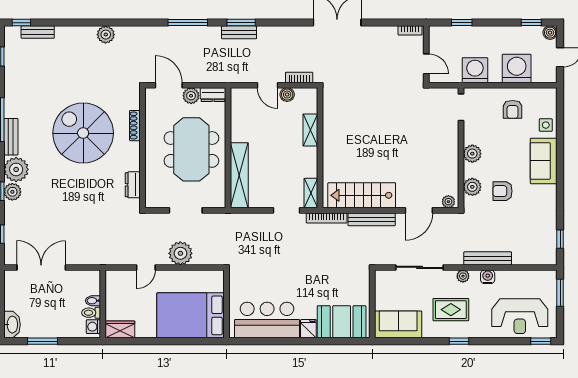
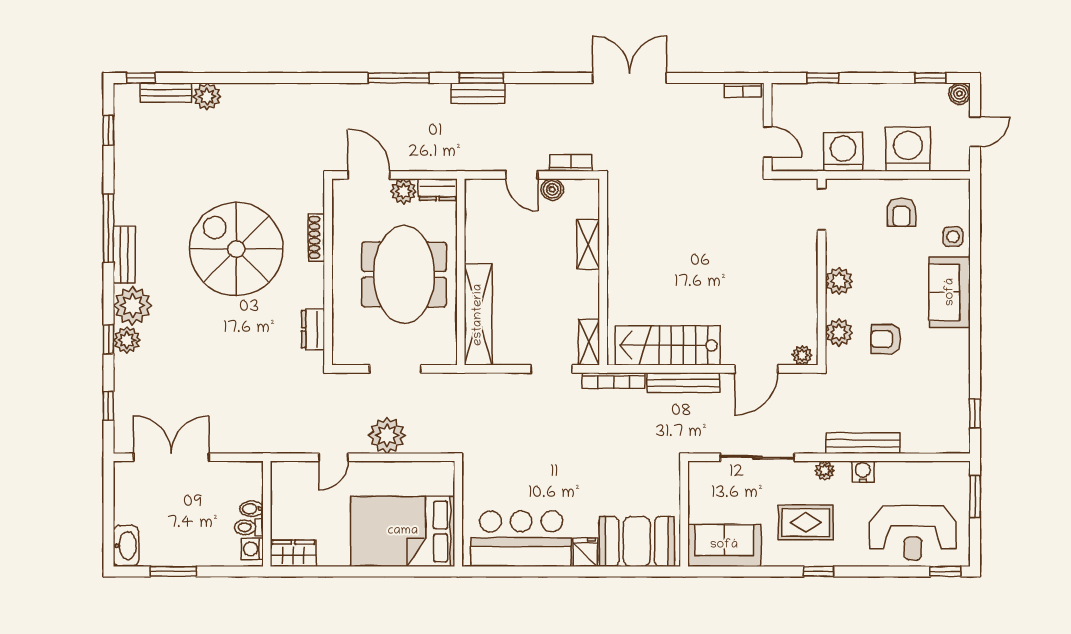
plant: (106, 35) -> (207, 96), moved

